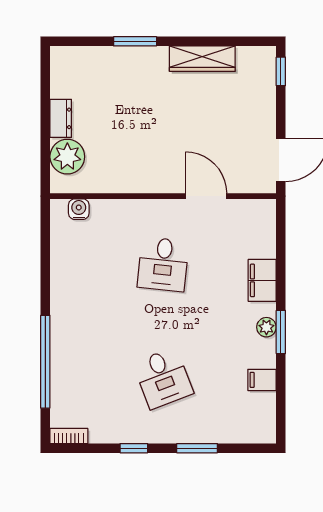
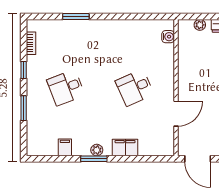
plant: (67, 157) -> (200, 25), width x0.53, depth x0.53
desk: (163, 264) -> (135, 88), turned -30
window: (45, 362) -> (76, 17), width x0.47
bookcase: (69, 436) -> (31, 43), moved

